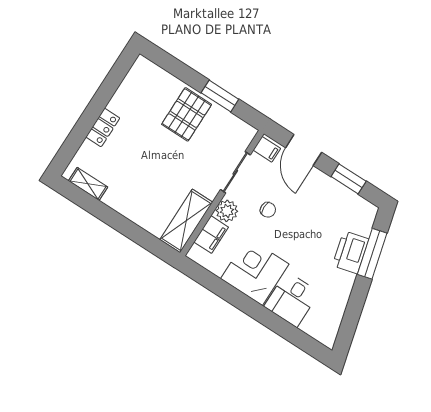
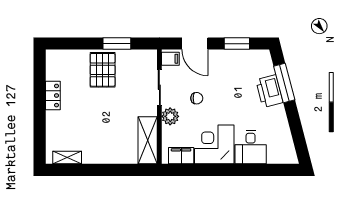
locker: (103, 127) -> (53, 96), moved
filing cabinet: (211, 235) -> (181, 156), moved, turned -90

